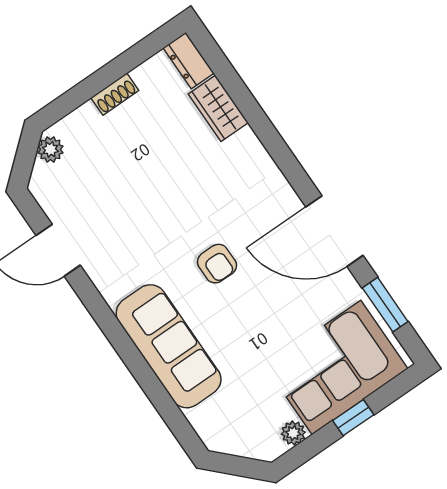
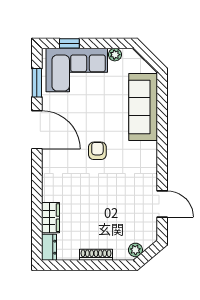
shoe rack: (115, 94) -> (96, 255), width x1.43
sofa: (169, 346) -> (143, 107), moved
window: (353, 418) -> (69, 43), moved

